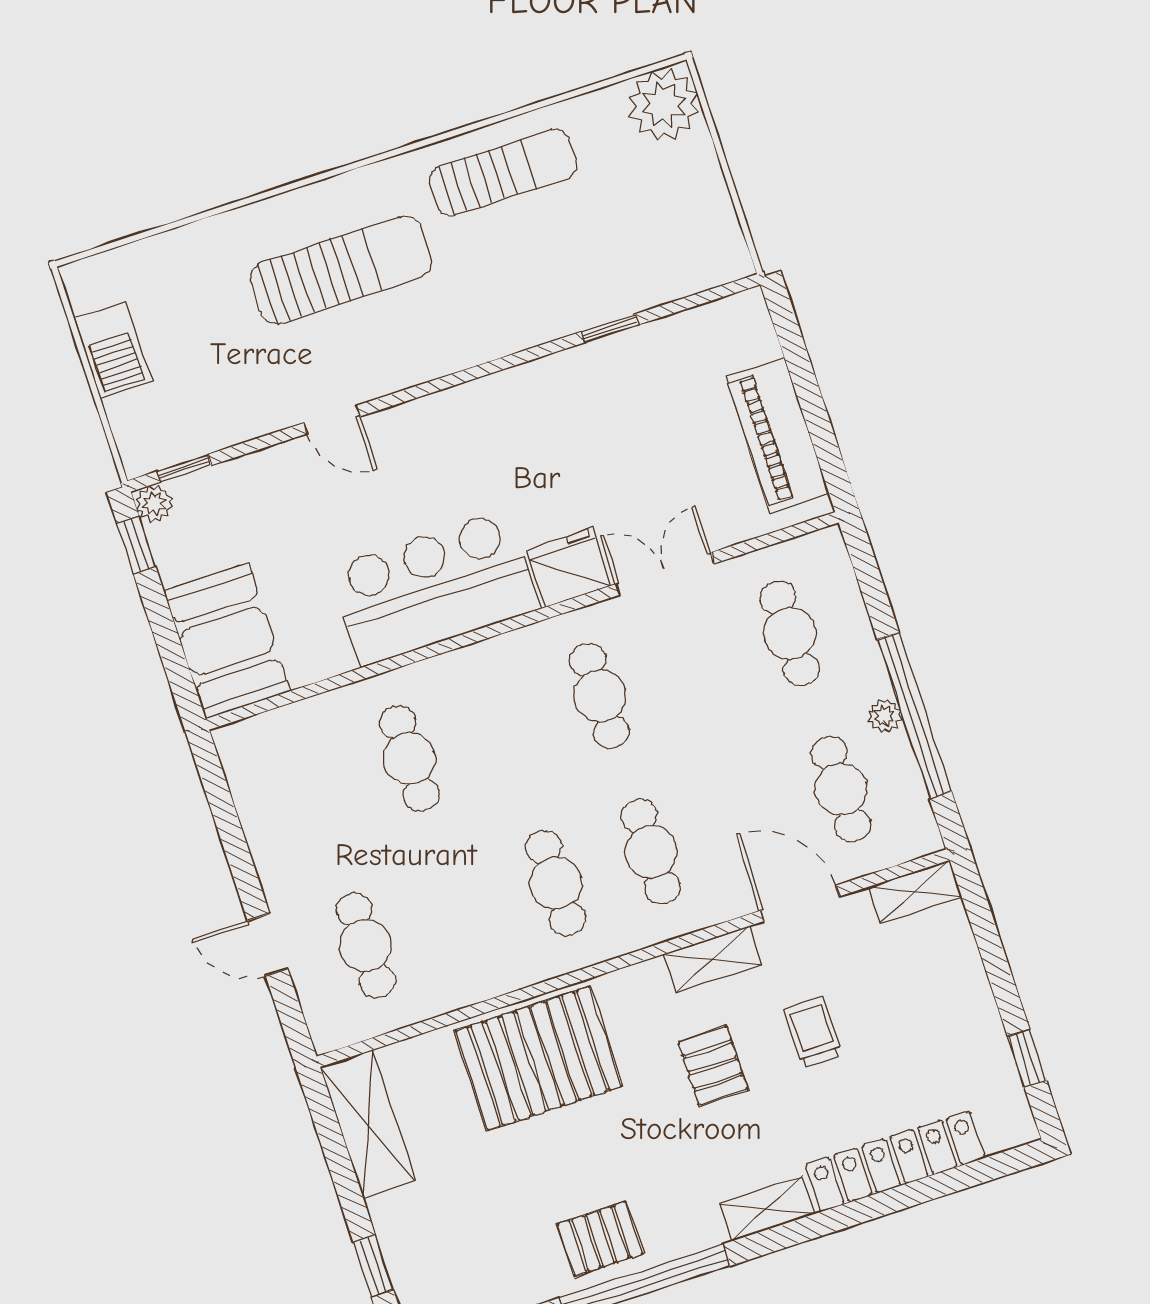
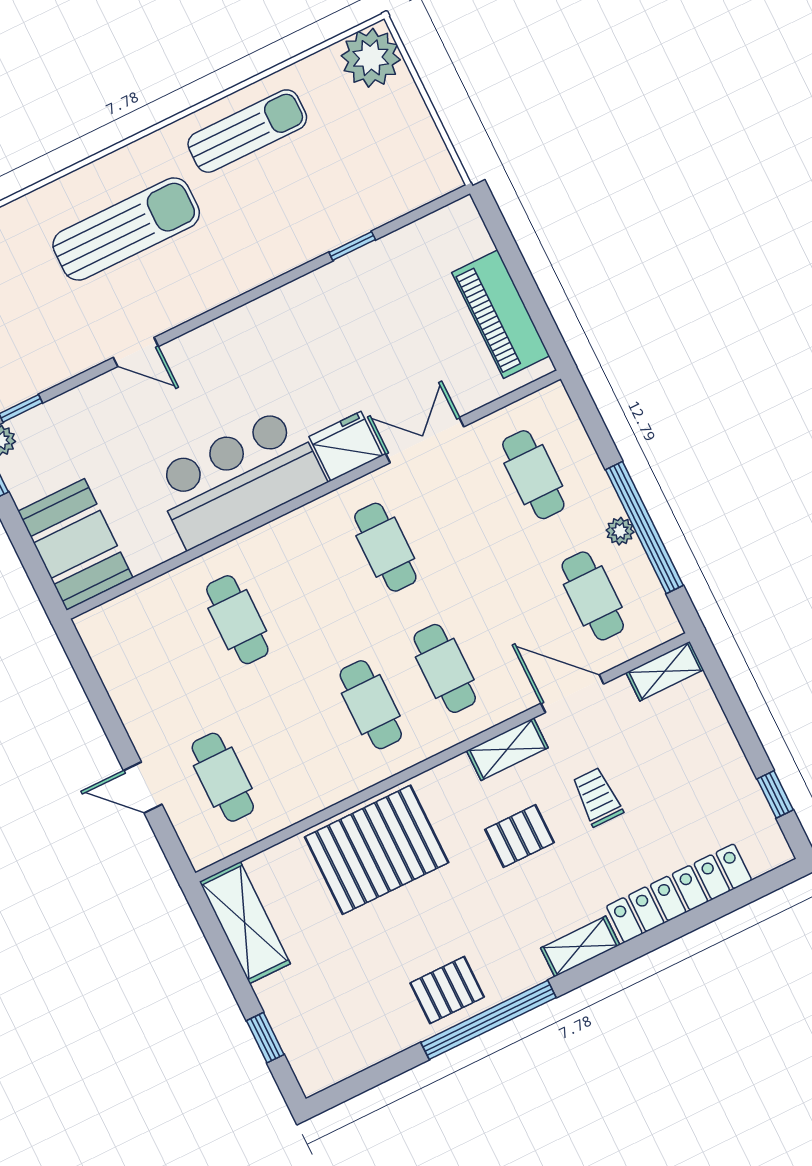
pallet: (713, 1066) -> (520, 836), turned 90

